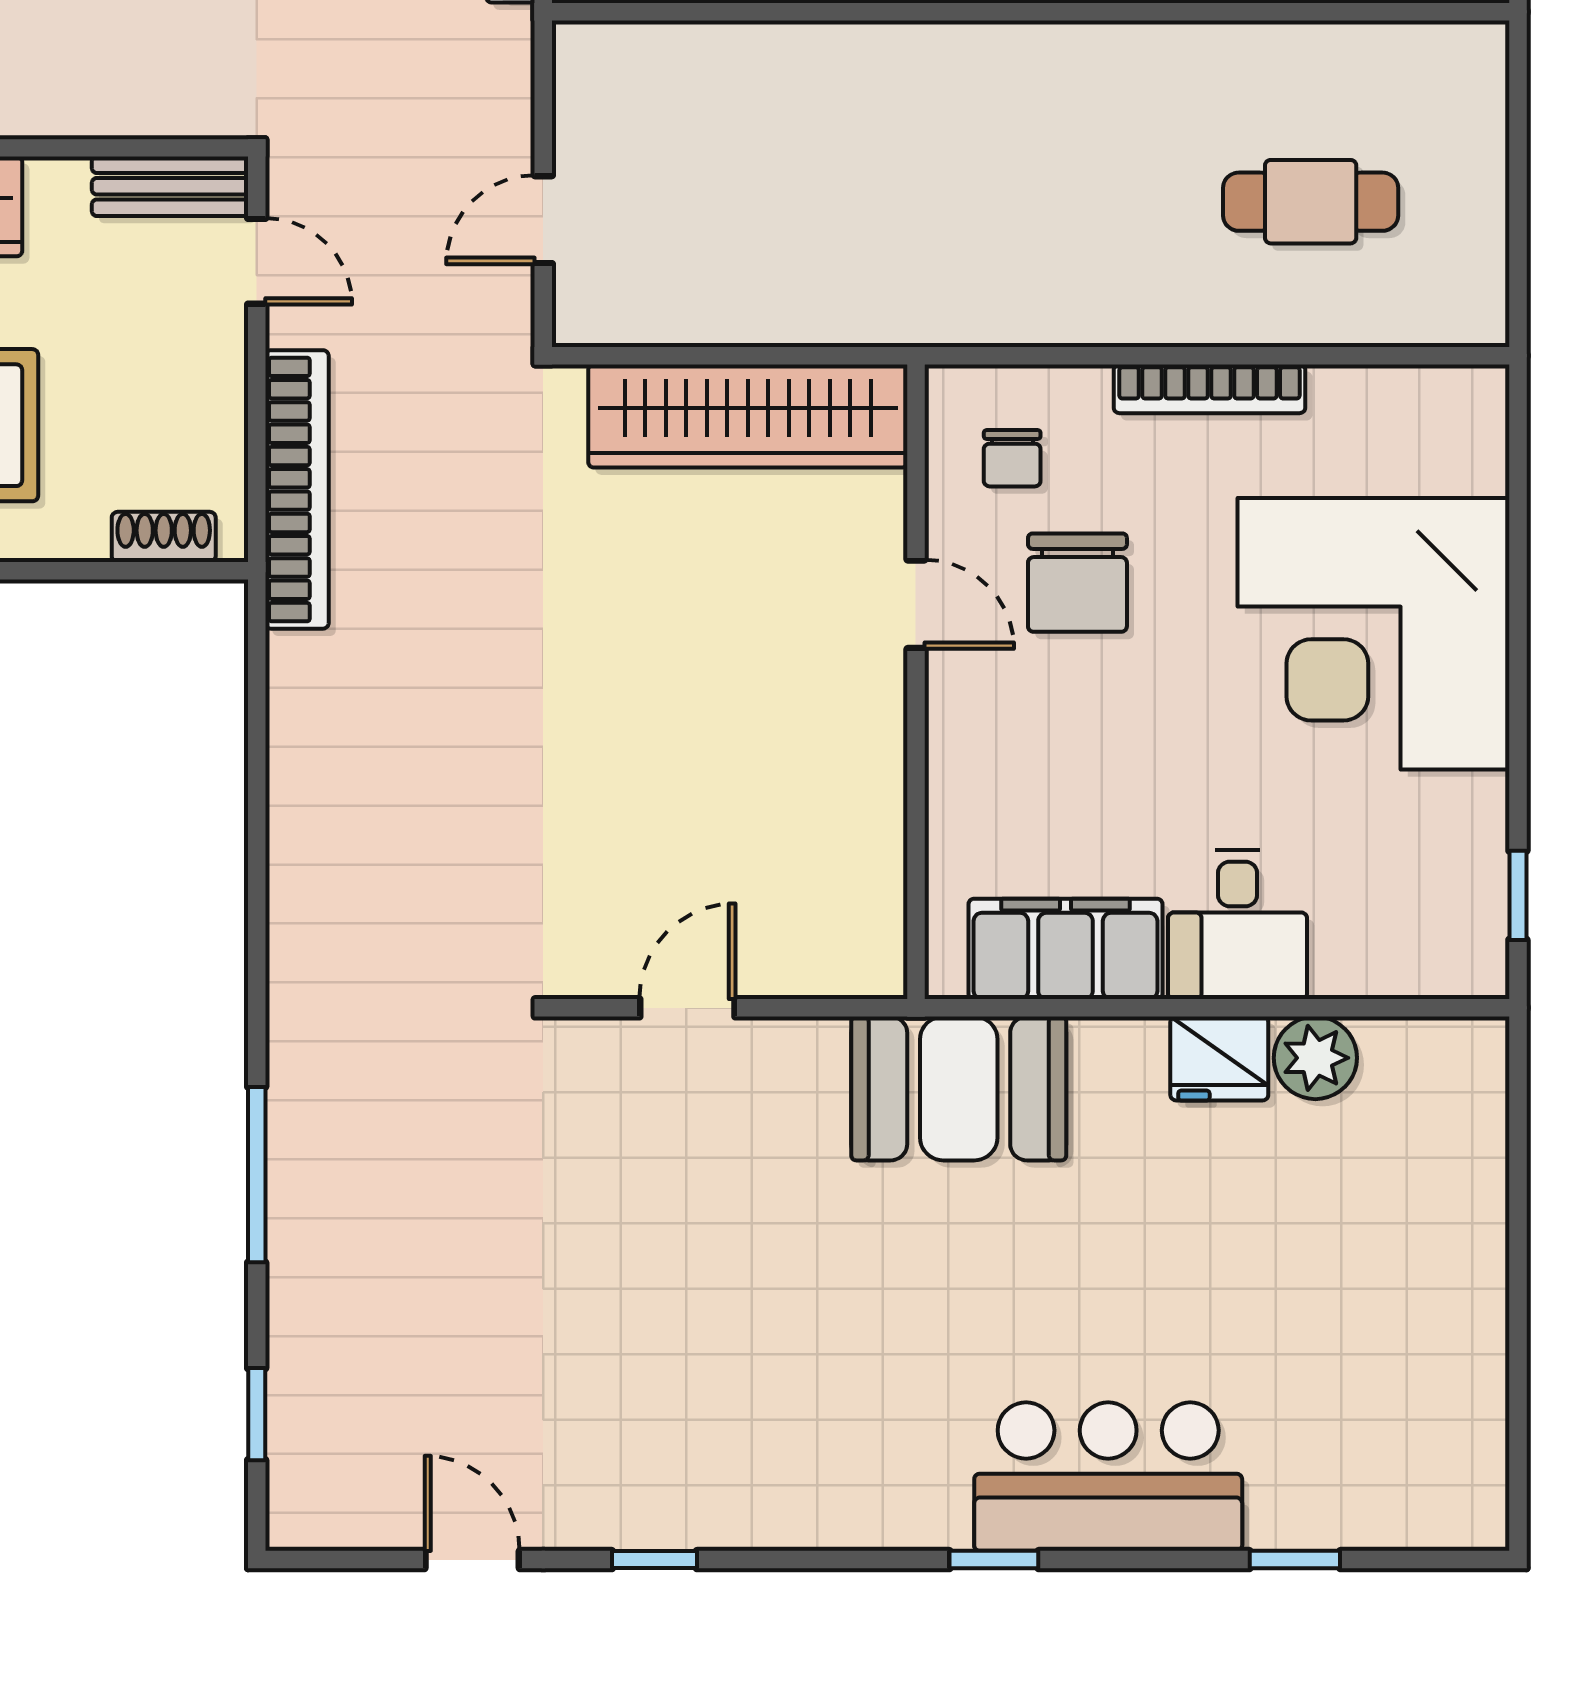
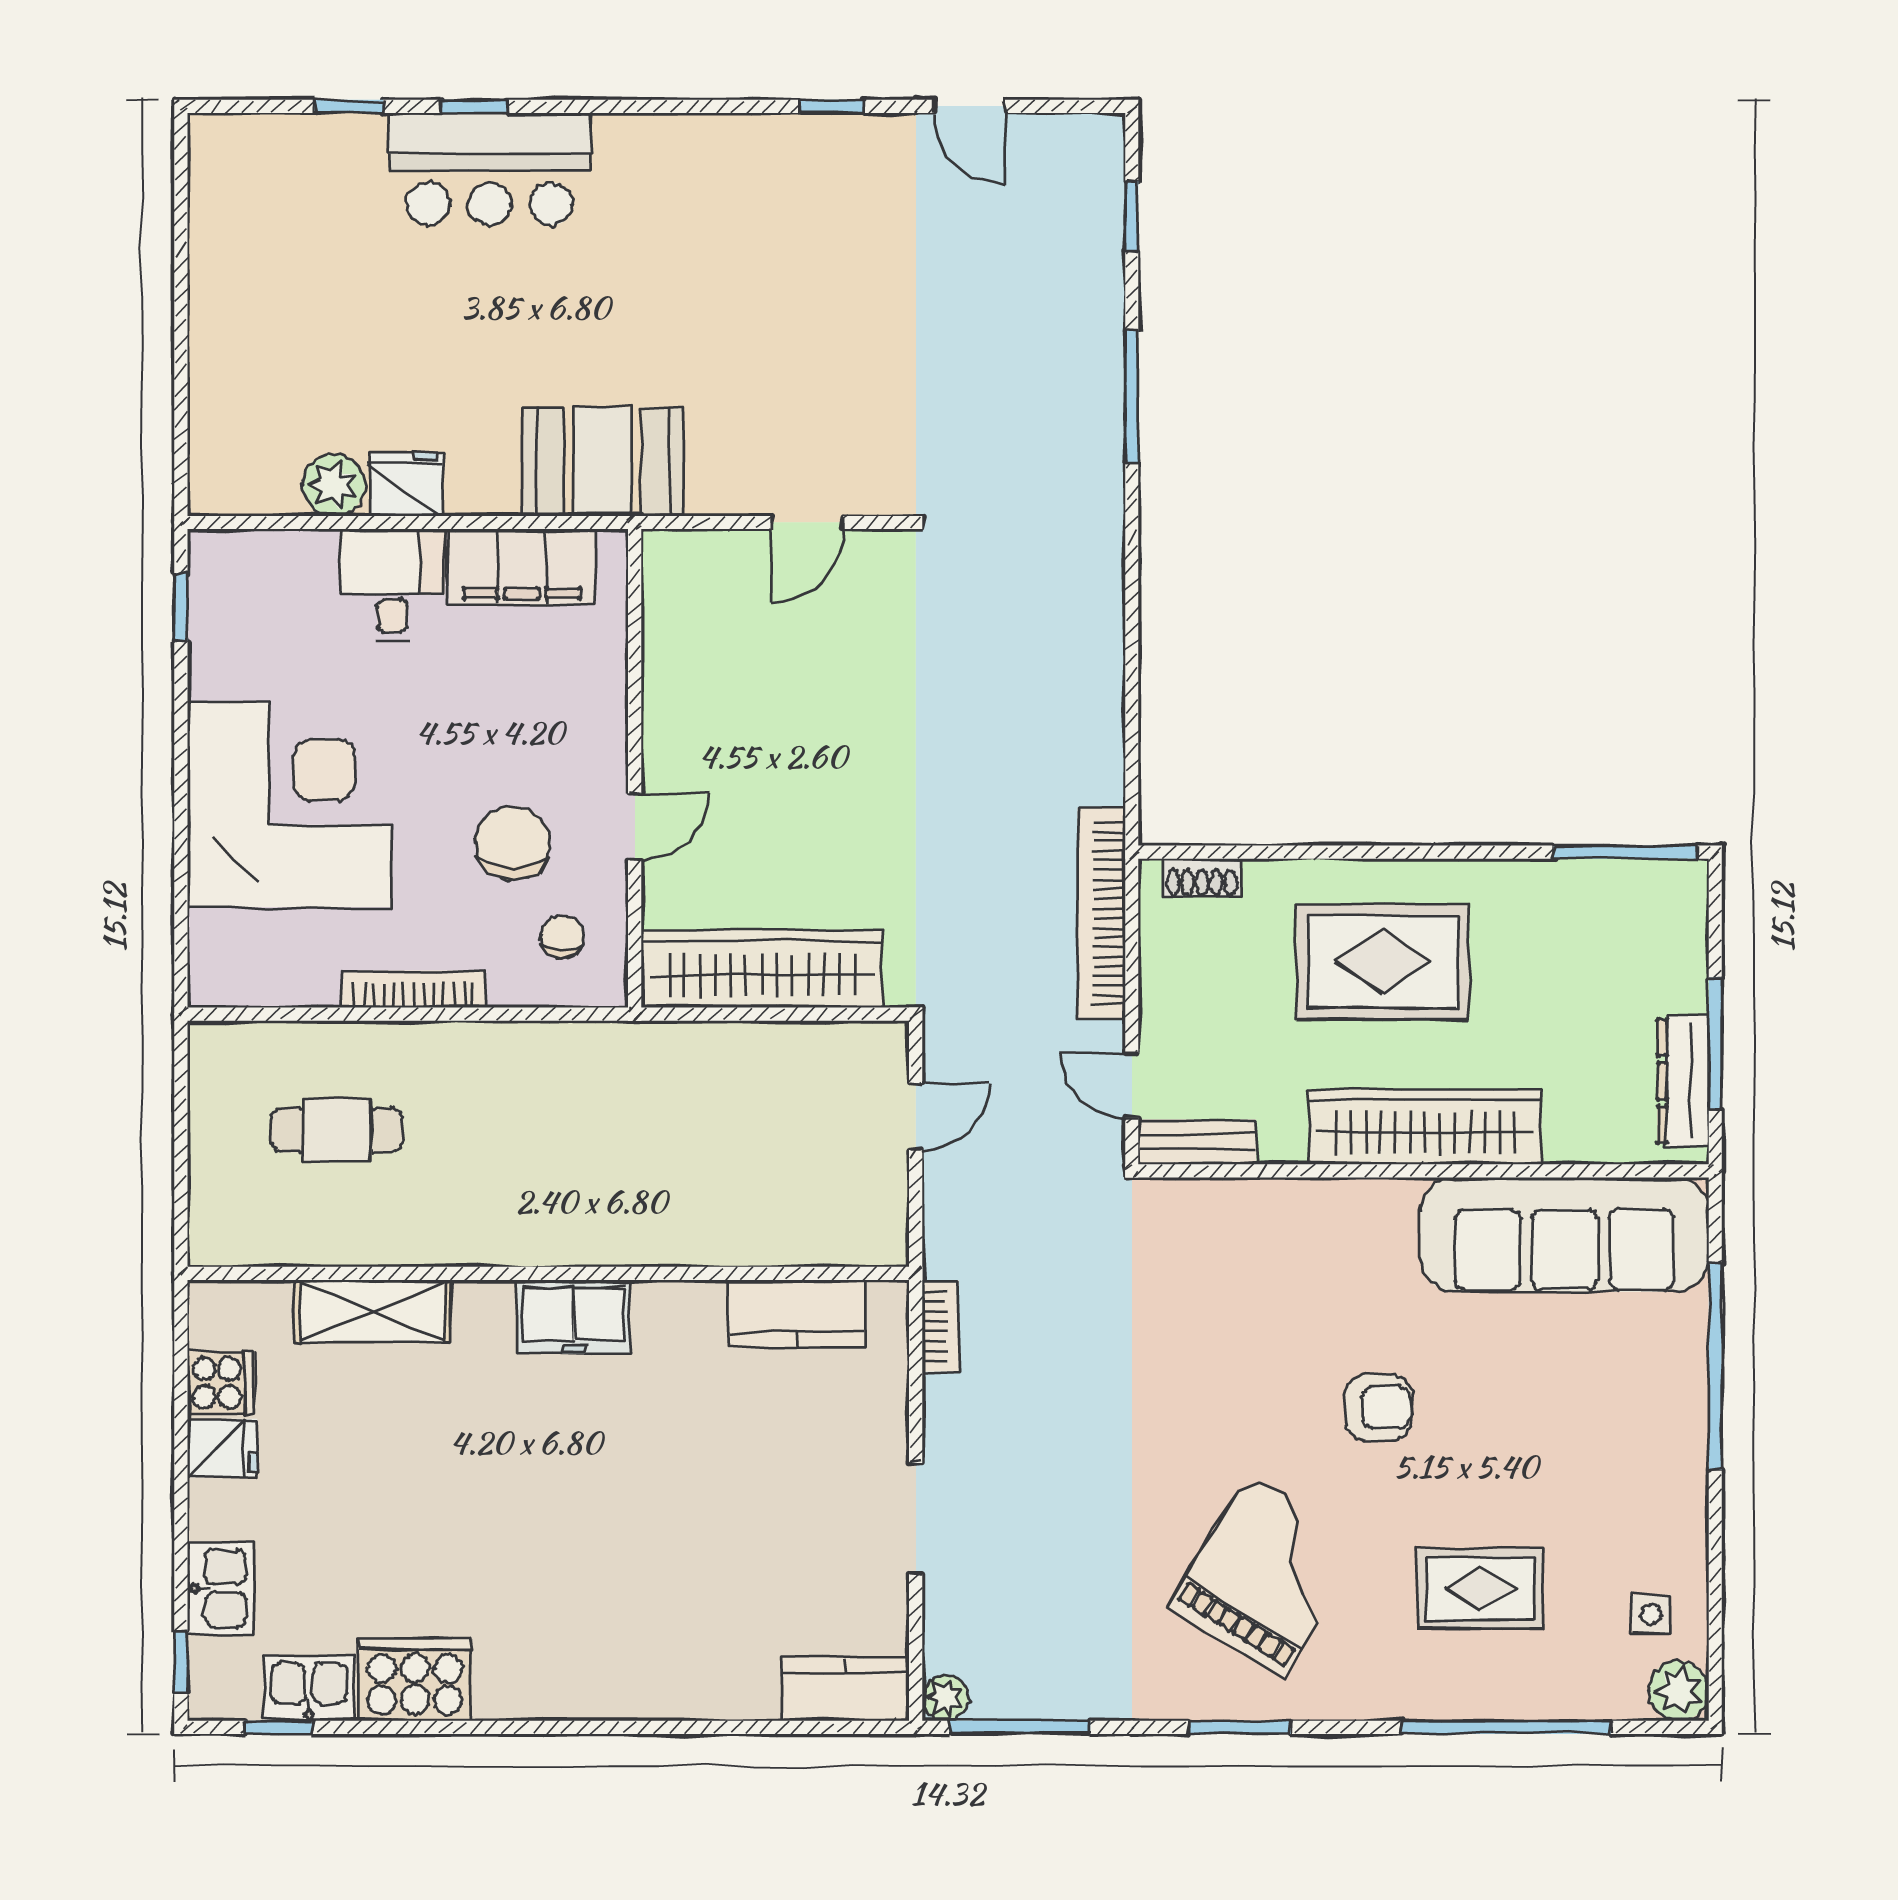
door: (916, 604) -> (635, 827), swing flipped
window: (994, 1560) -> (474, 106), moved

